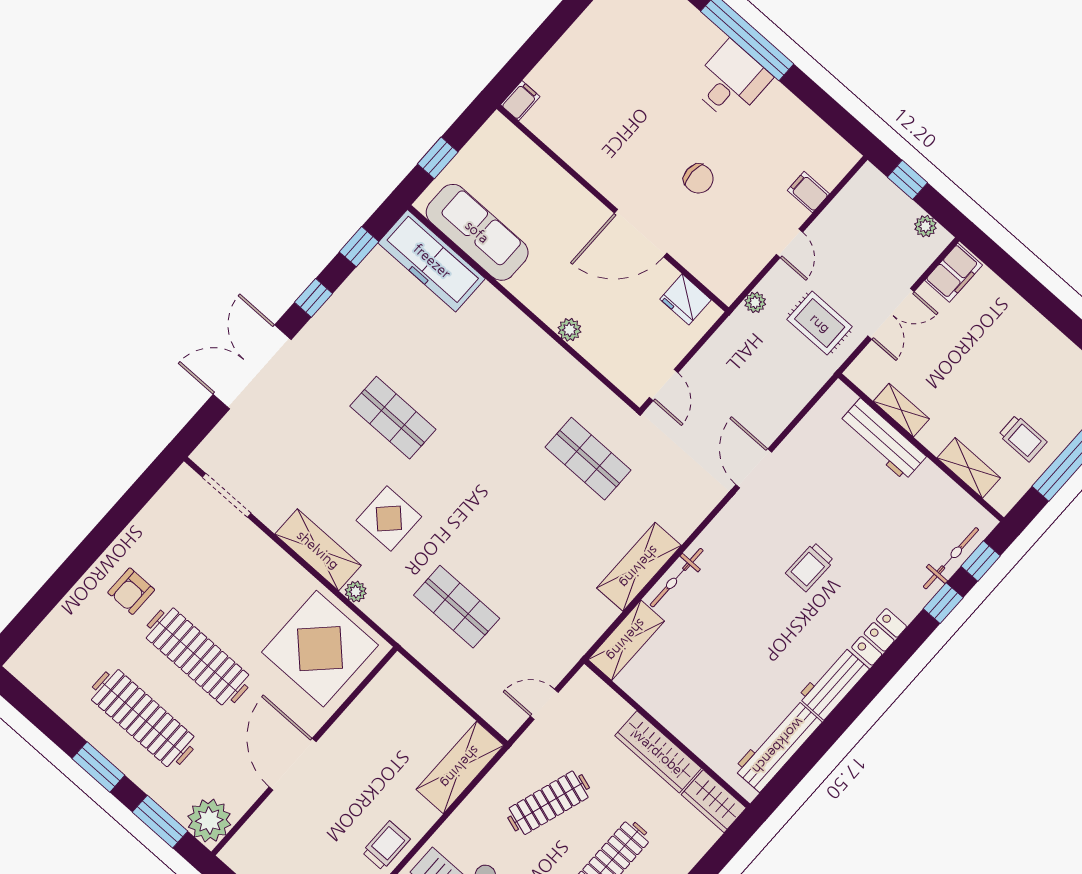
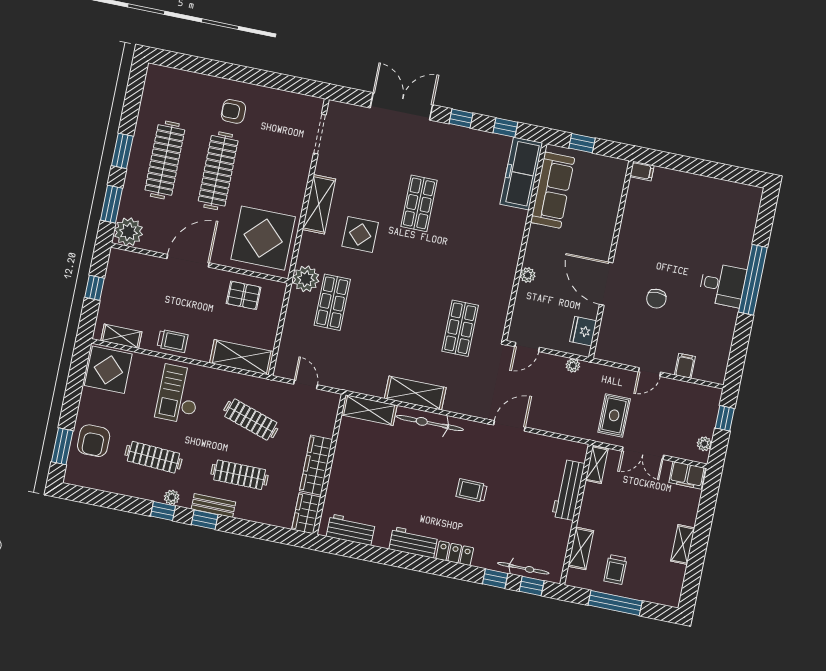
plant: (755, 302) -> (573, 365), moved
shelving: (1041, 331) -> (683, 545), added
shelving: (901, 410) -> (597, 465), moved
bicycle: (677, 578) -> (430, 423), width x1.37, depth x1.40
plant: (356, 592) -> (306, 279), moved, width x1.88, depth x1.88
pallet: (380, 718) -> (244, 295), added
workbench: (778, 746) -> (351, 530), width x0.73

